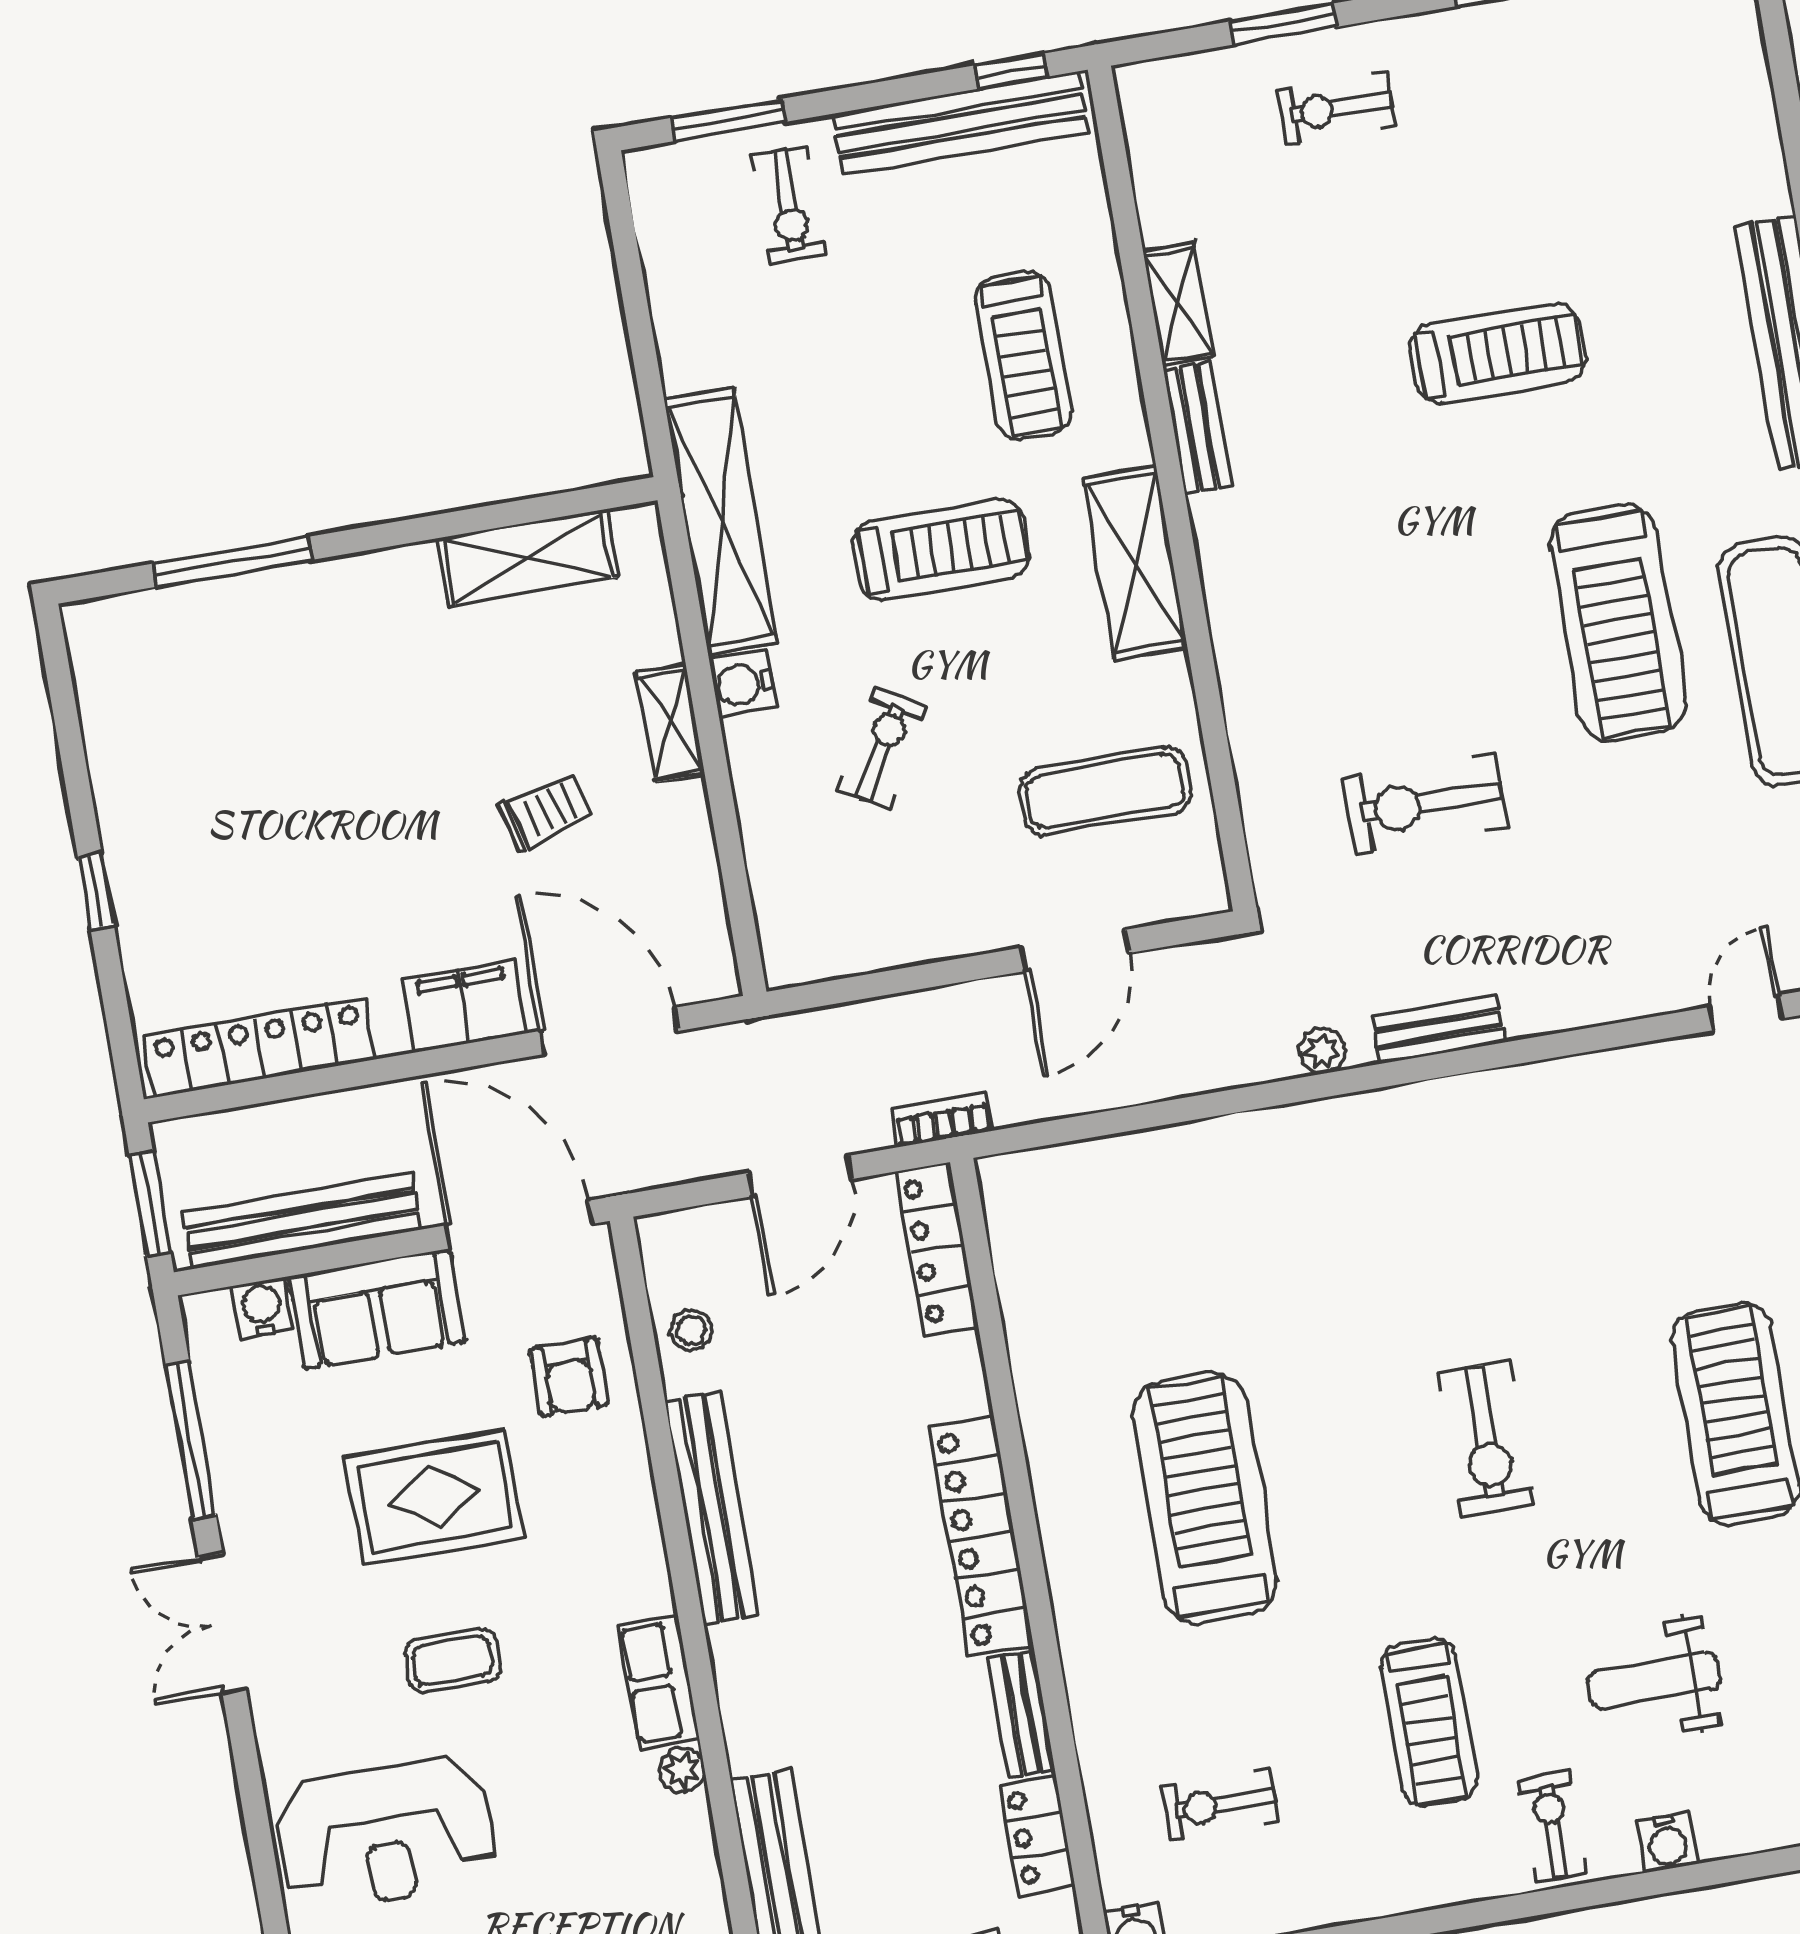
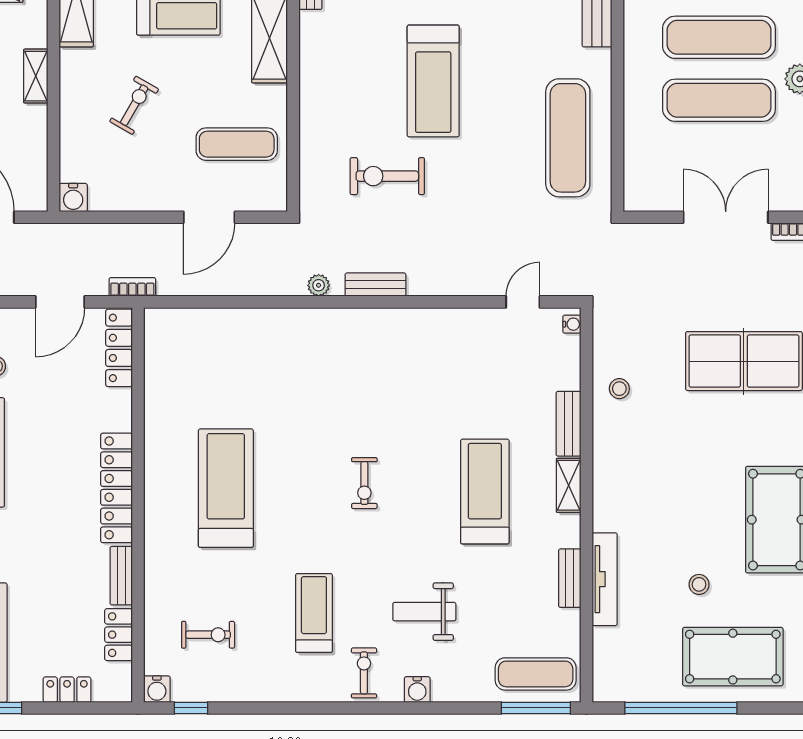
treadmill: (1618, 623) -> (433, 81), moved
water cooler: (743, 684) -> (73, 198), moved, turned -90
exercise bike: (1486, 1439) -> (364, 483), width x0.73, depth x0.72
treadmill: (1429, 1722) -> (314, 613), turned 180
exercise bike: (1220, 1804) -> (208, 635), turned 180

